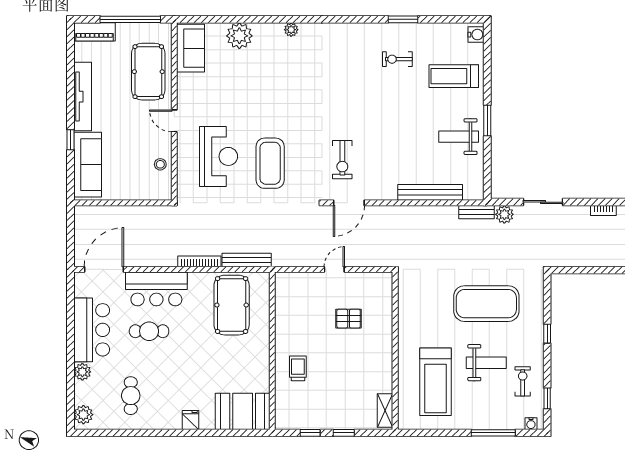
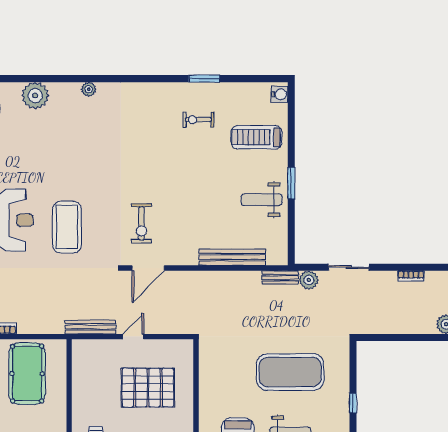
bench: (247, 260) -> (91, 327), moved
pallet: (349, 319) -> (148, 388), width x2.05, depth x2.00

